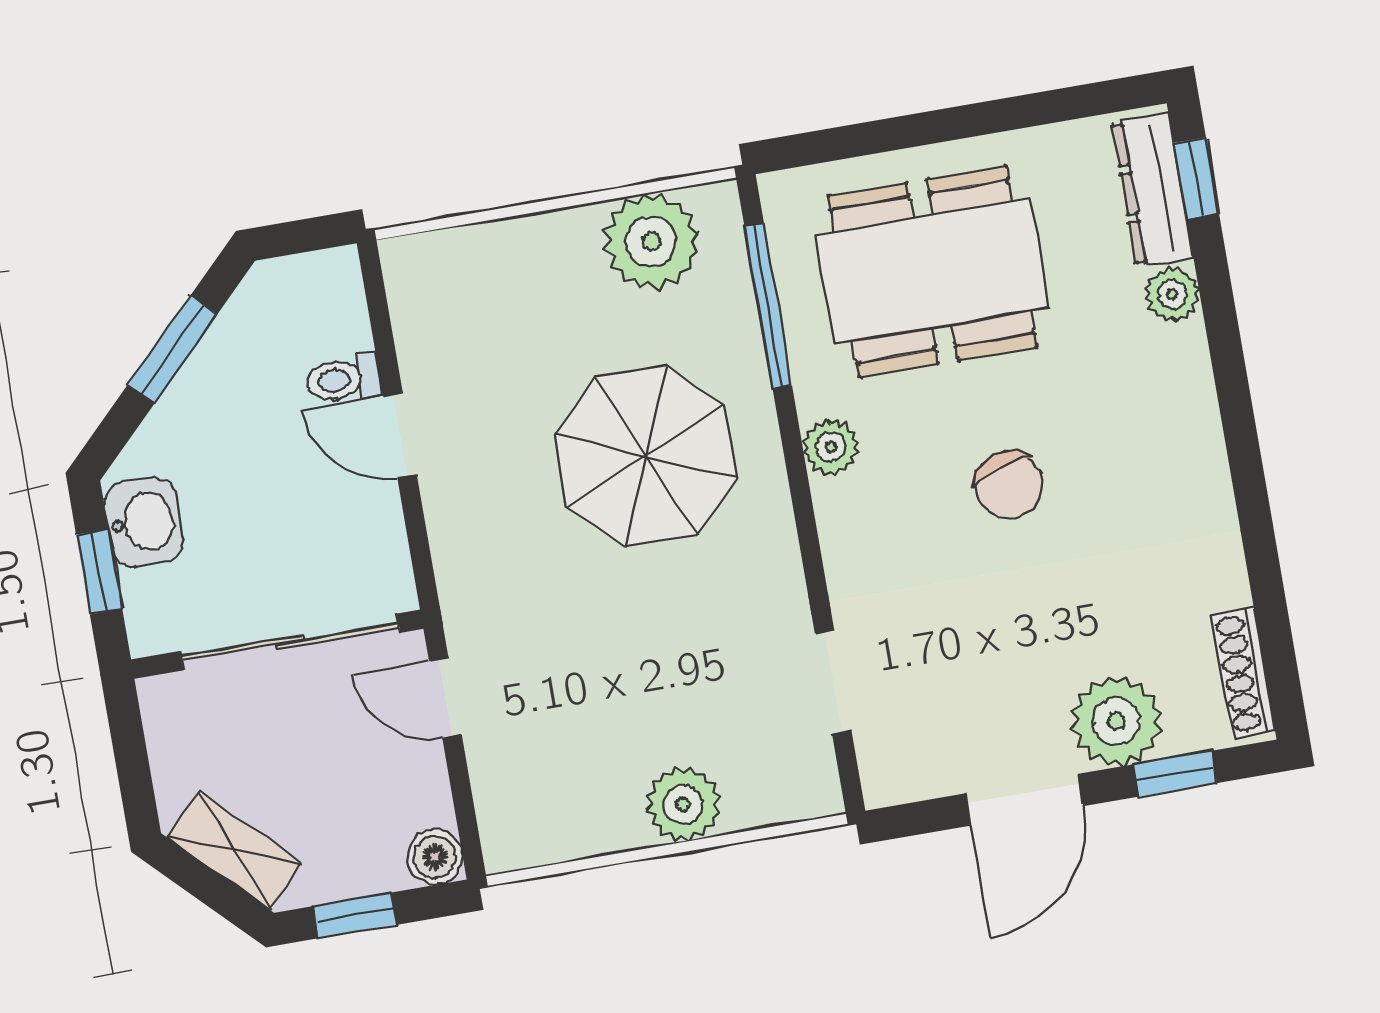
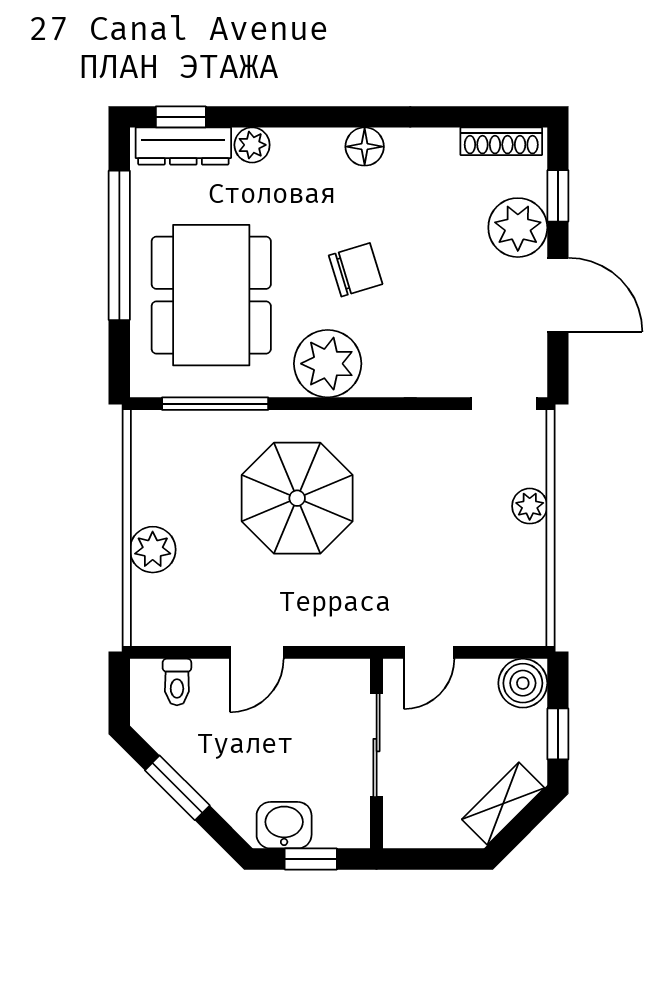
window: (984, 118) -> (119, 245), added
plant: (651, 241) -> (153, 550), moved, width x0.73, depth x0.73
toilet: (344, 379) -> (177, 682), moved
plant: (831, 447) -> (328, 364), width x1.88, depth x1.88
floor lamp: (1199, 466) -> (365, 147), added
sliding door: (290, 642) -> (377, 745), width x0.73
doorway: (833, 682) -> (504, 404), moved
plant: (683, 804) -> (530, 506), width x0.73, depth x0.73
boiler: (435, 857) -> (523, 683), width x1.36, depth x1.36

